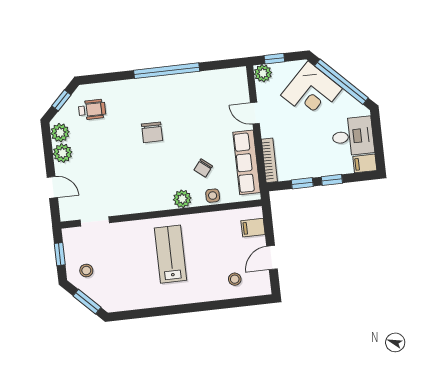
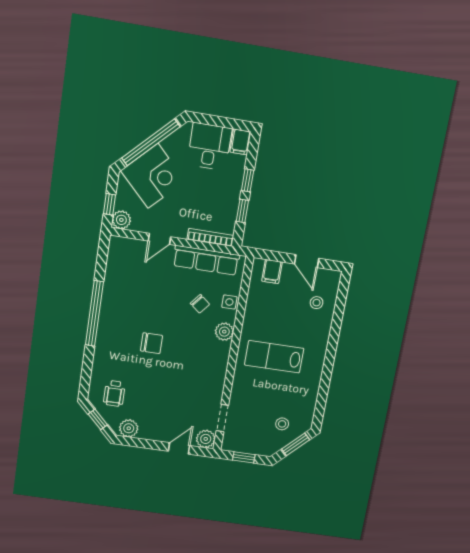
wheelchair: (92, 110) -> (114, 393), turned 180
plant: (63, 153) -> (206, 439), moved
stool: (86, 270) -> (282, 424), moved

